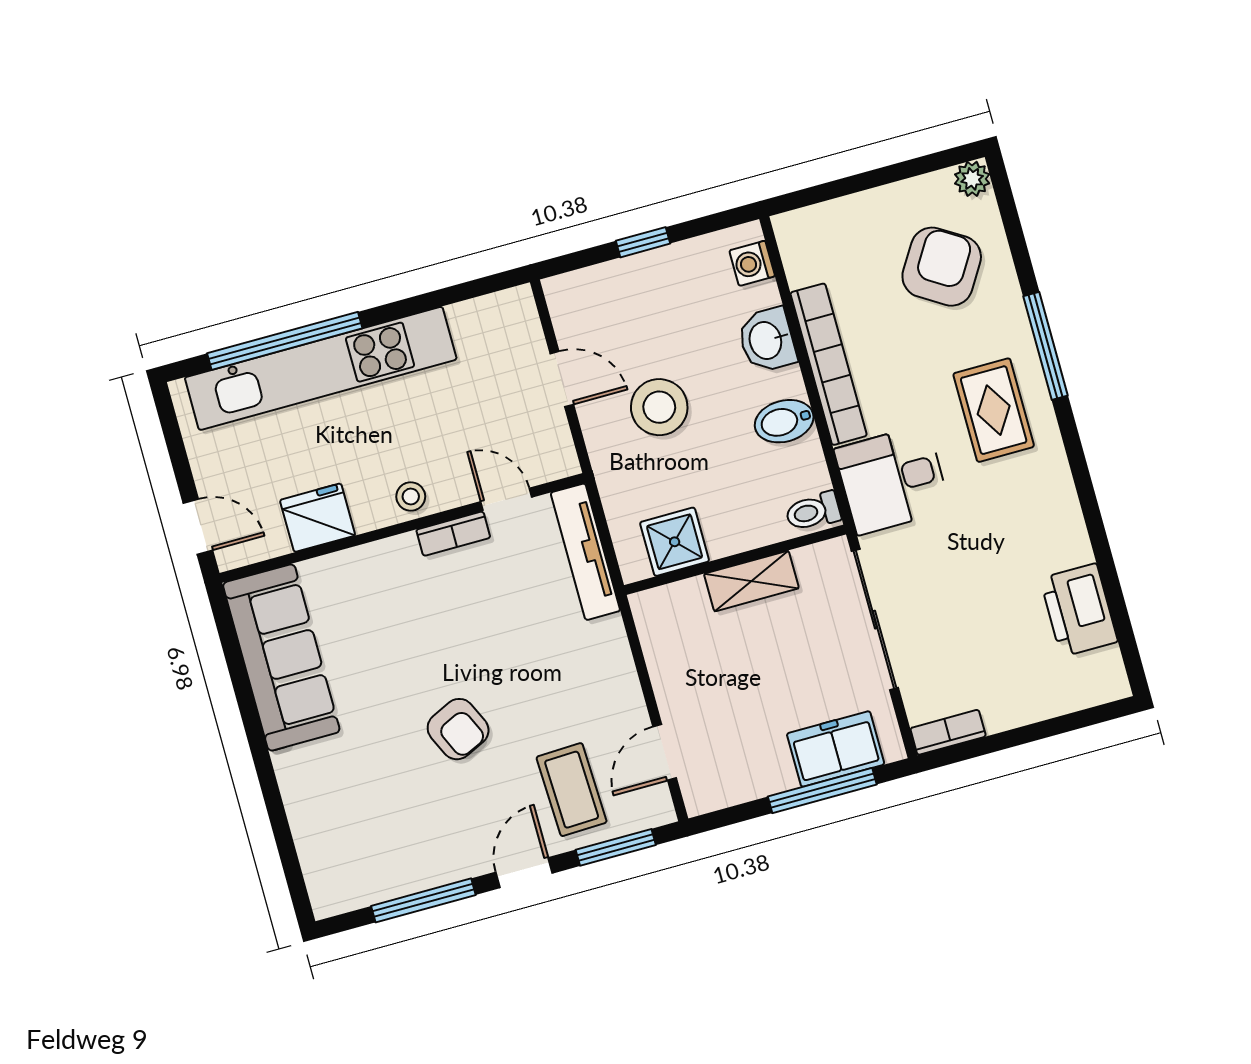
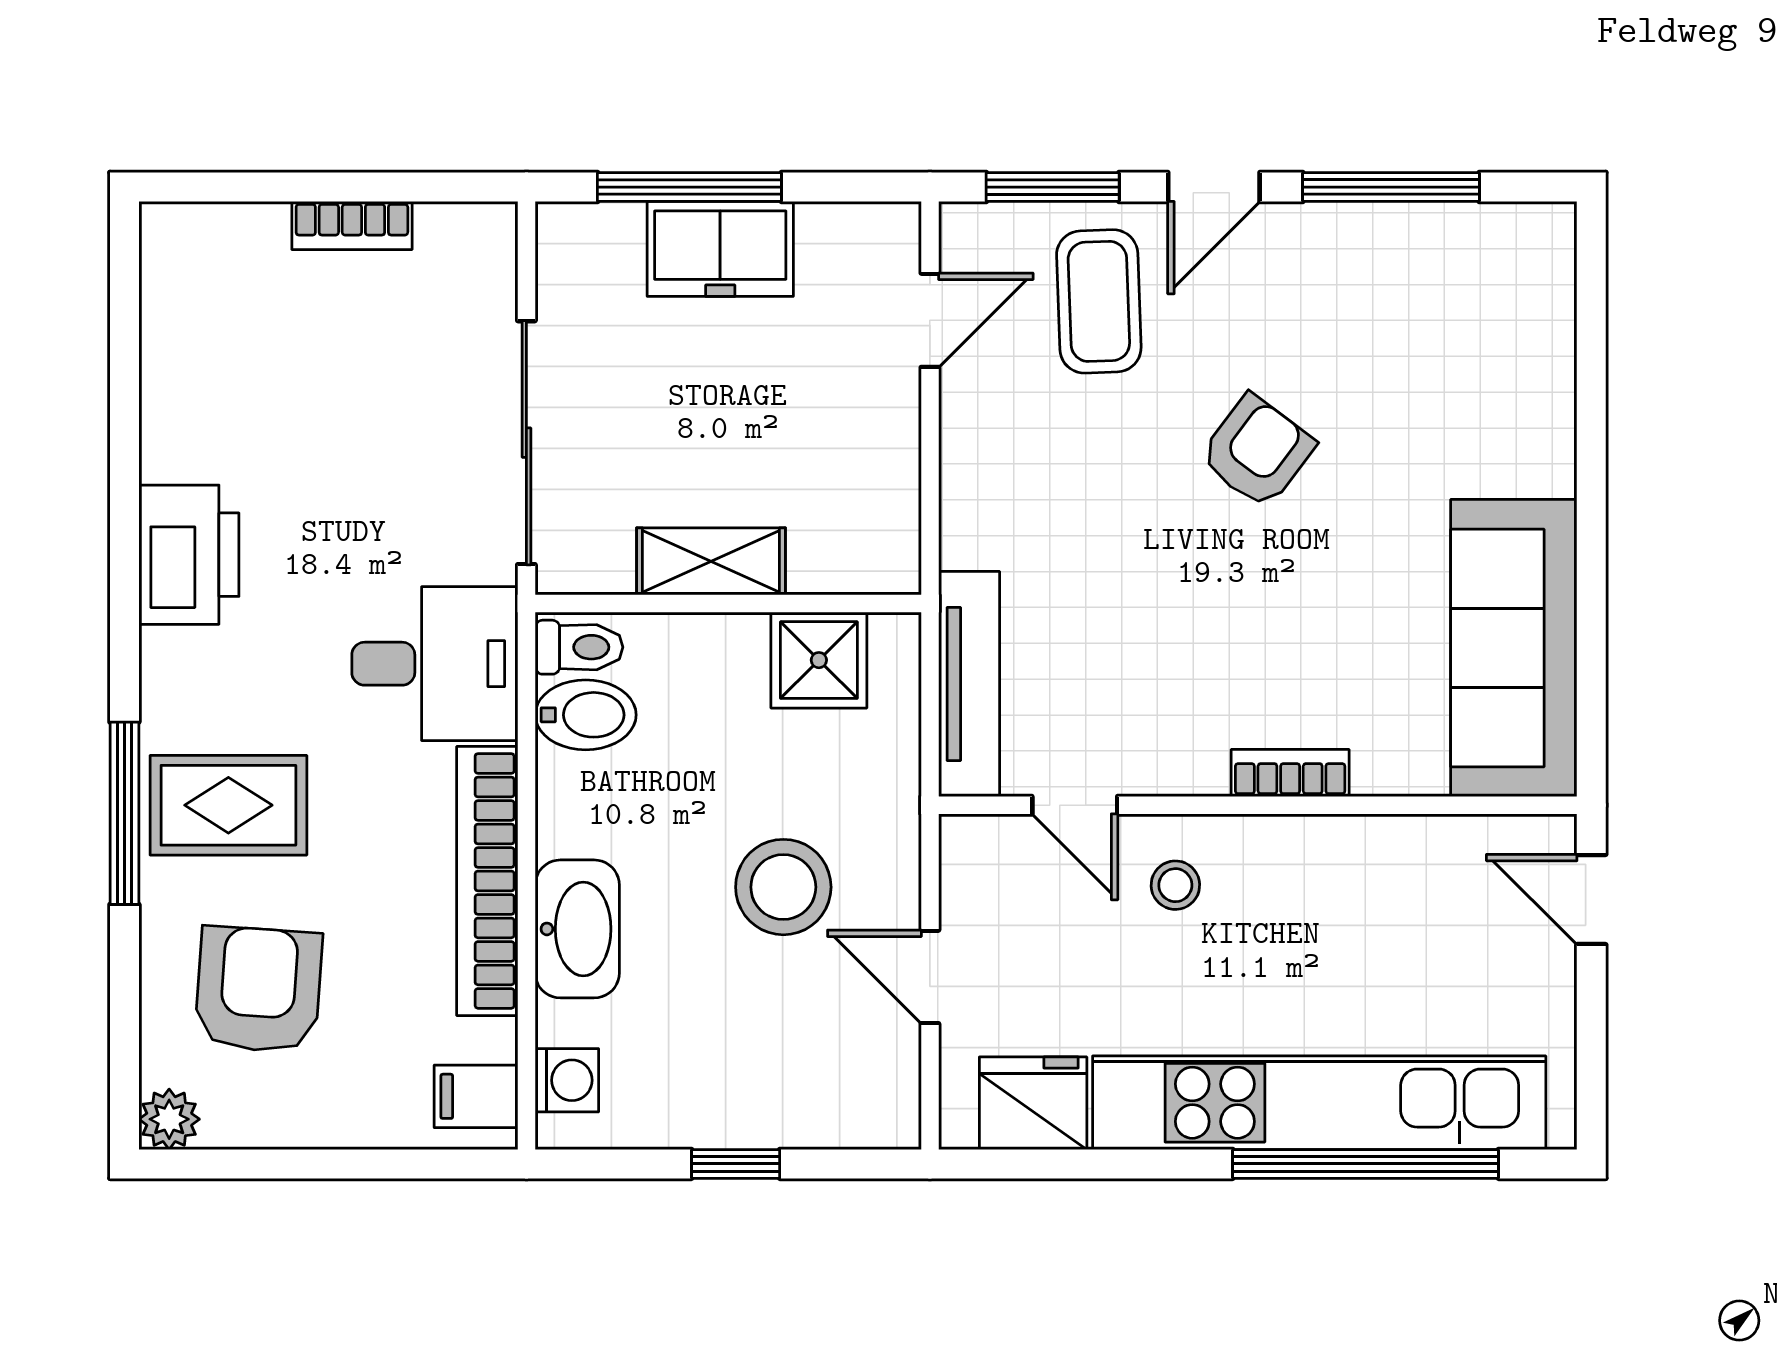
filing cabinet: (801, 240) -> (476, 1096), added
armchair: (942, 267) -> (258, 990), turned 152
washbasin: (767, 340) -> (577, 929), width x1.38
rug: (994, 410) -> (228, 805), moved, turned 90
bidet: (784, 421) -> (586, 715), moved
stool: (411, 497) -> (1175, 885), moved
fridge: (318, 518) -> (1033, 1103), moved, turned 180
bookcase: (453, 534) -> (1290, 773), moved
printer: (1079, 610) -> (189, 555), moved
armchair: (458, 729) -> (1257, 451), turned 62
bookcase: (948, 732) -> (352, 225), moved
freezer: (836, 749) -> (720, 249), moved

